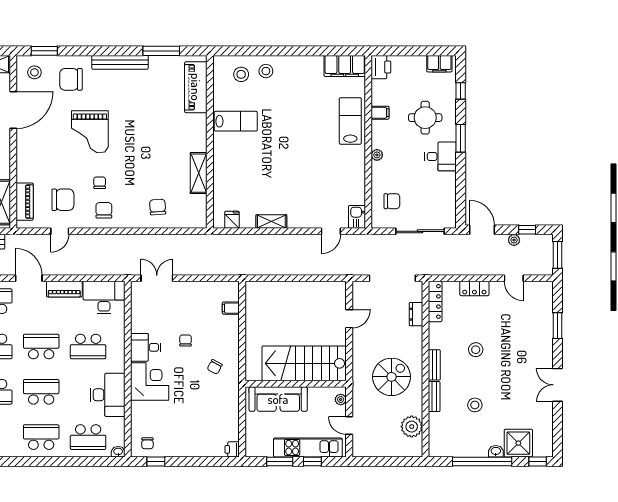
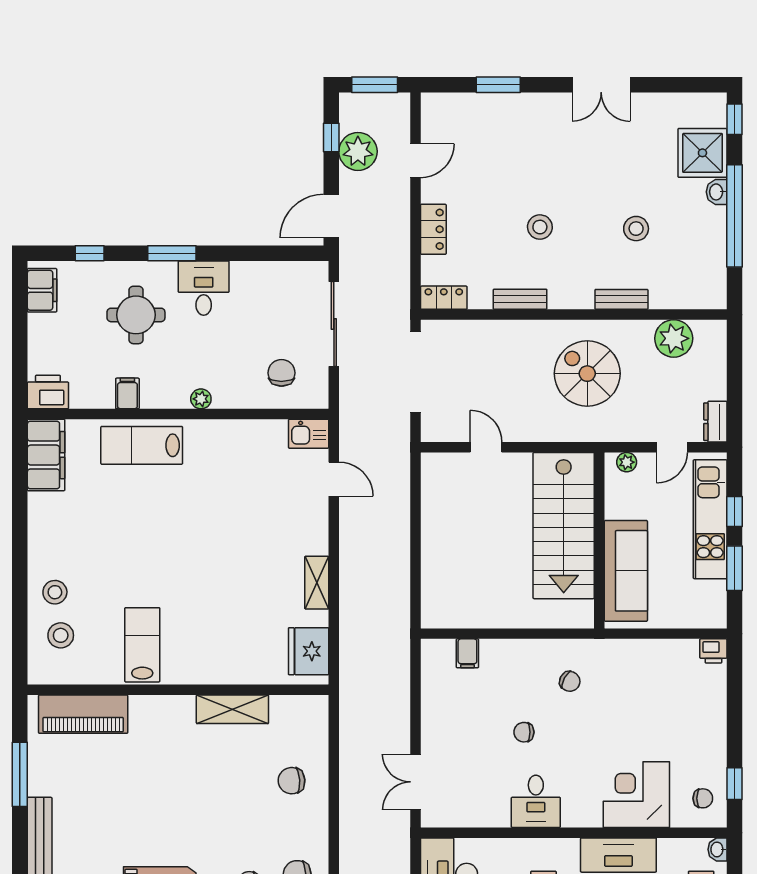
fridge: (232, 220) -> (309, 651), width x1.88, depth x1.34
plant: (514, 240) -> (358, 151), width x1.88, depth x1.88
locker: (435, 301) -> (444, 298), width x0.66
dresser: (416, 314) -> (715, 422), moved, turned 90
bench: (434, 365) -> (520, 299), moved
corner desk: (150, 381) -> (636, 795), moved

